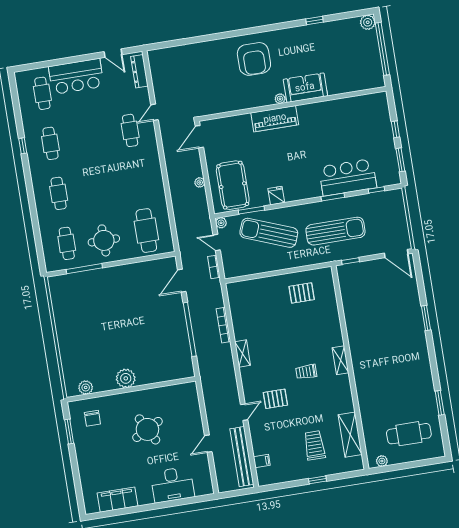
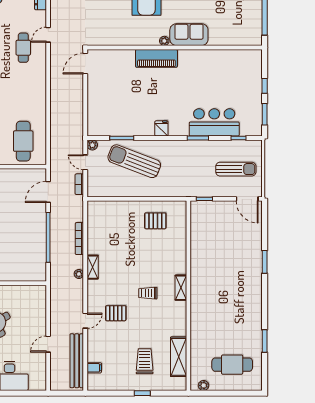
plant: (200, 182) -> (79, 274), moved
pool table: (233, 185) -> (108, 113), removed
fridge: (276, 196) -> (161, 128), moved
sun lounger: (335, 231) -> (236, 169), moved, width x0.73, depth x0.75

